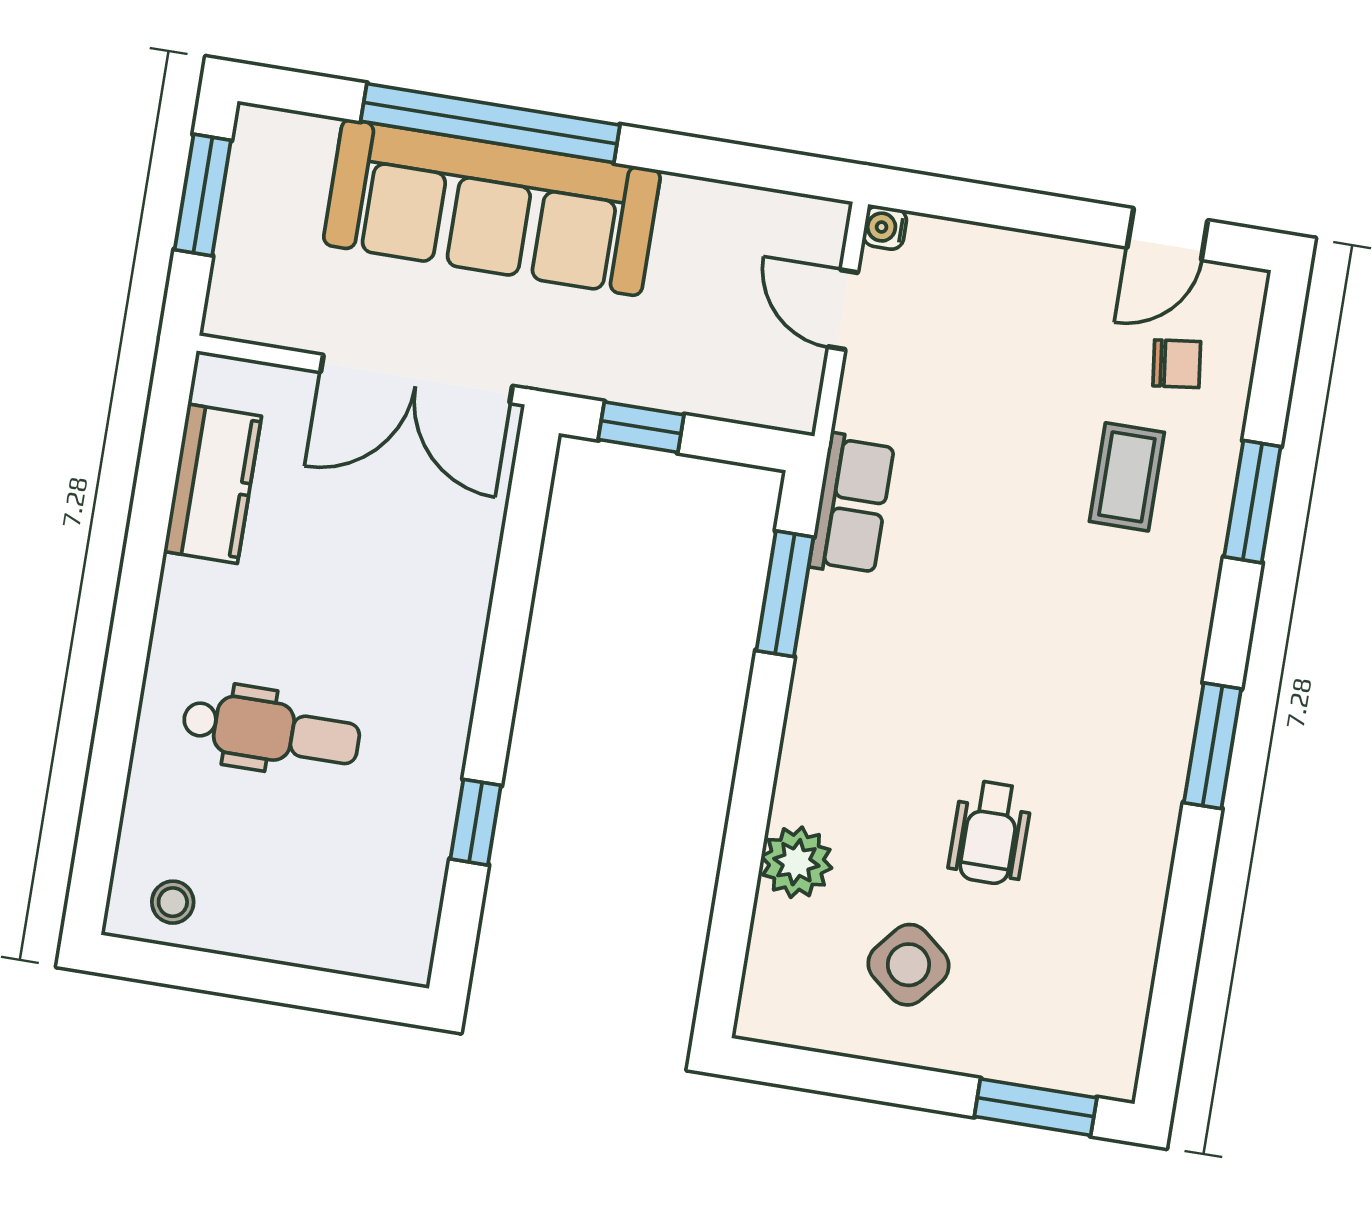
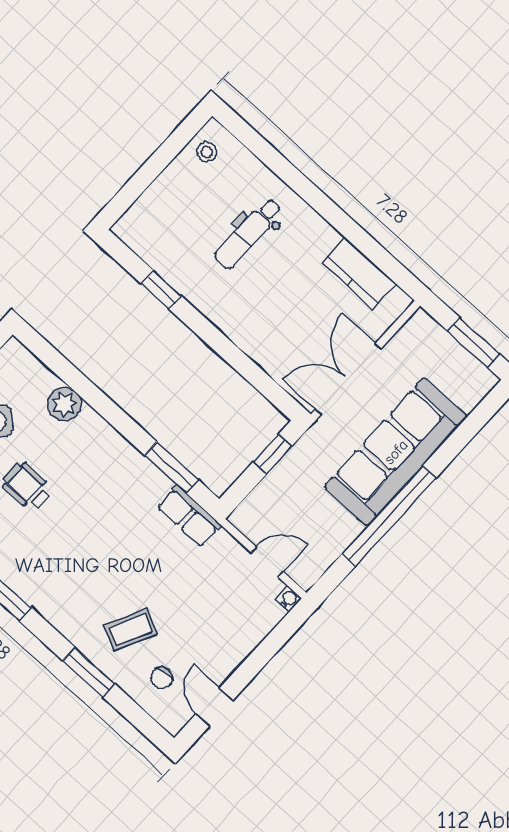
window: (490, 123) -> (389, 516), moved
coffee table: (1127, 477) -> (130, 630), turned -63

